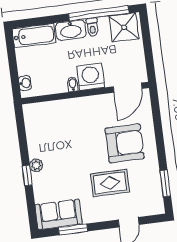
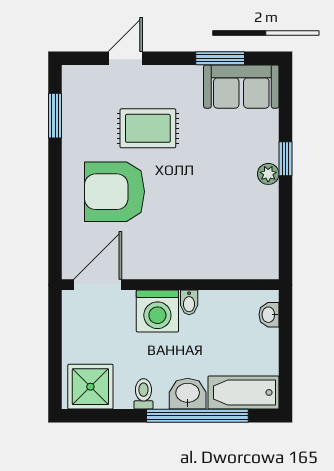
window: (99, 13) -> (197, 416), moved
washbasin: (71, 30) -> (188, 394), width x0.72

